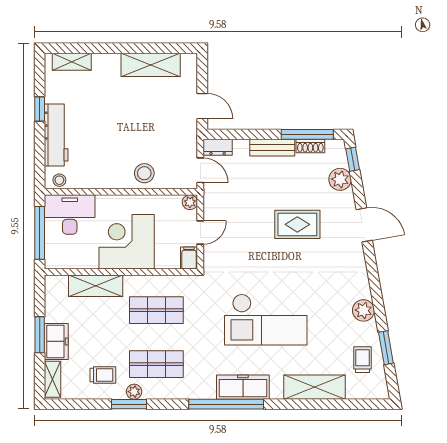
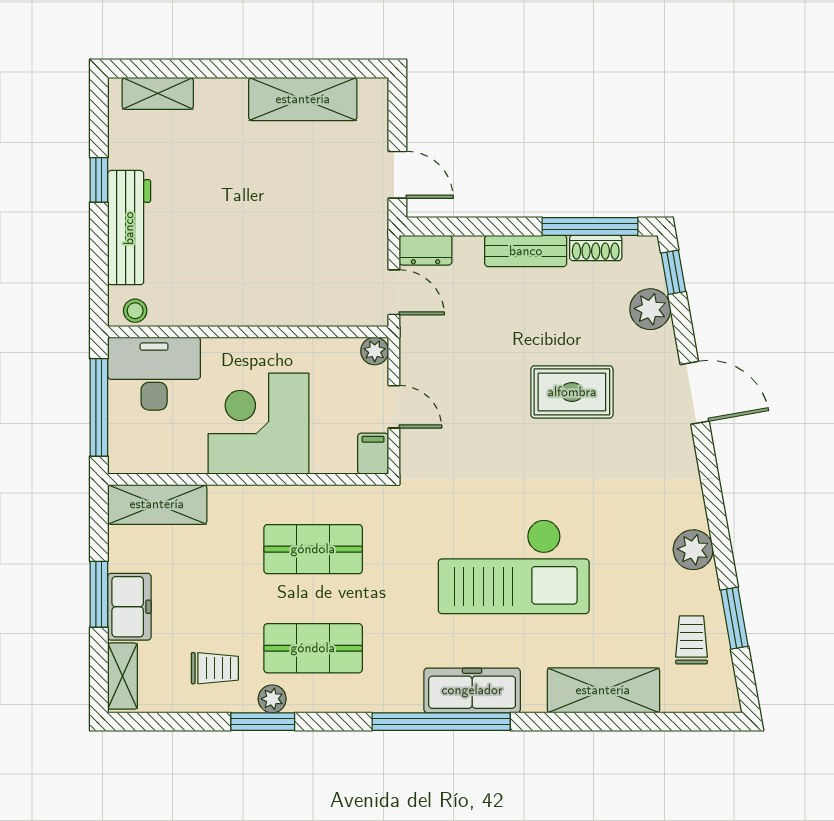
stool: (144, 173) -> (291, 298), removed
door: (200, 233) -> (394, 407), hinge flipped
shelving: (96, 286) -> (157, 504), moved

